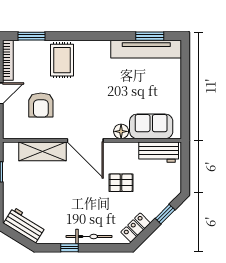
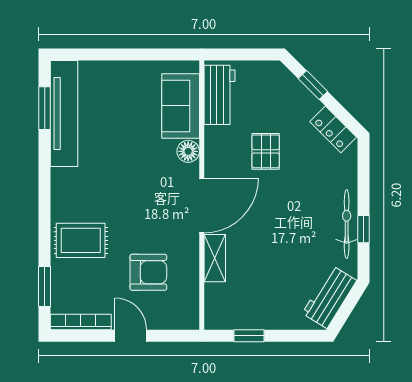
shelving: (42, 151) -> (215, 258), width x0.67, depth x0.75
bicycle: (89, 236) -> (347, 224), moved

